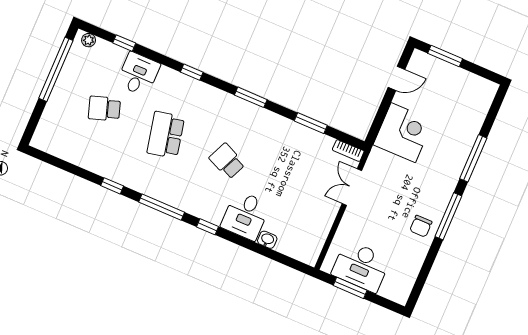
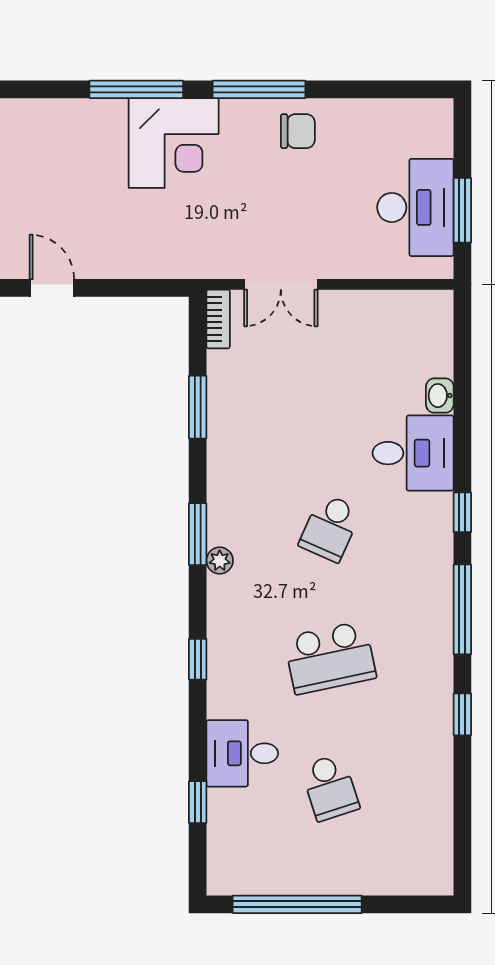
plant: (89, 40) -> (220, 561), moved
corner desk: (403, 133) -> (174, 143), moved, turned 180

